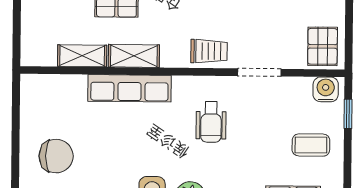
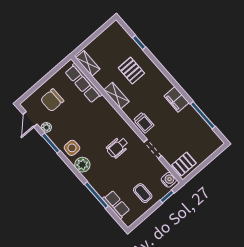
shelving: (82, 56) -> (88, 63), moved
row of seats: (129, 88) -> (83, 83), moved
chair: (56, 156) -> (52, 100), turned 90

